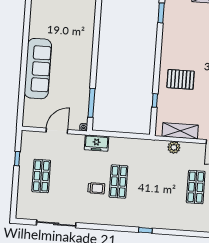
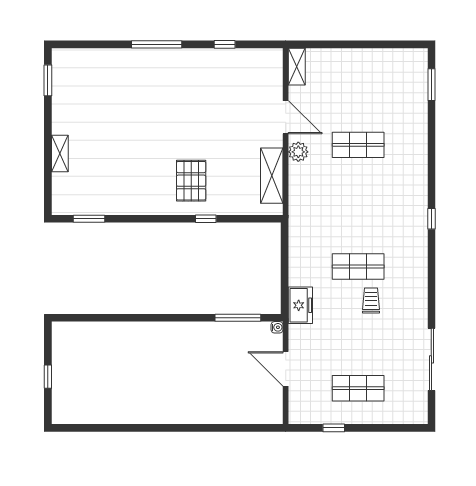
sofa: (38, 69) -> (190, 405), removed
window: (155, 100) -> (206, 219), moved
plant: (174, 147) -> (298, 152), moved

